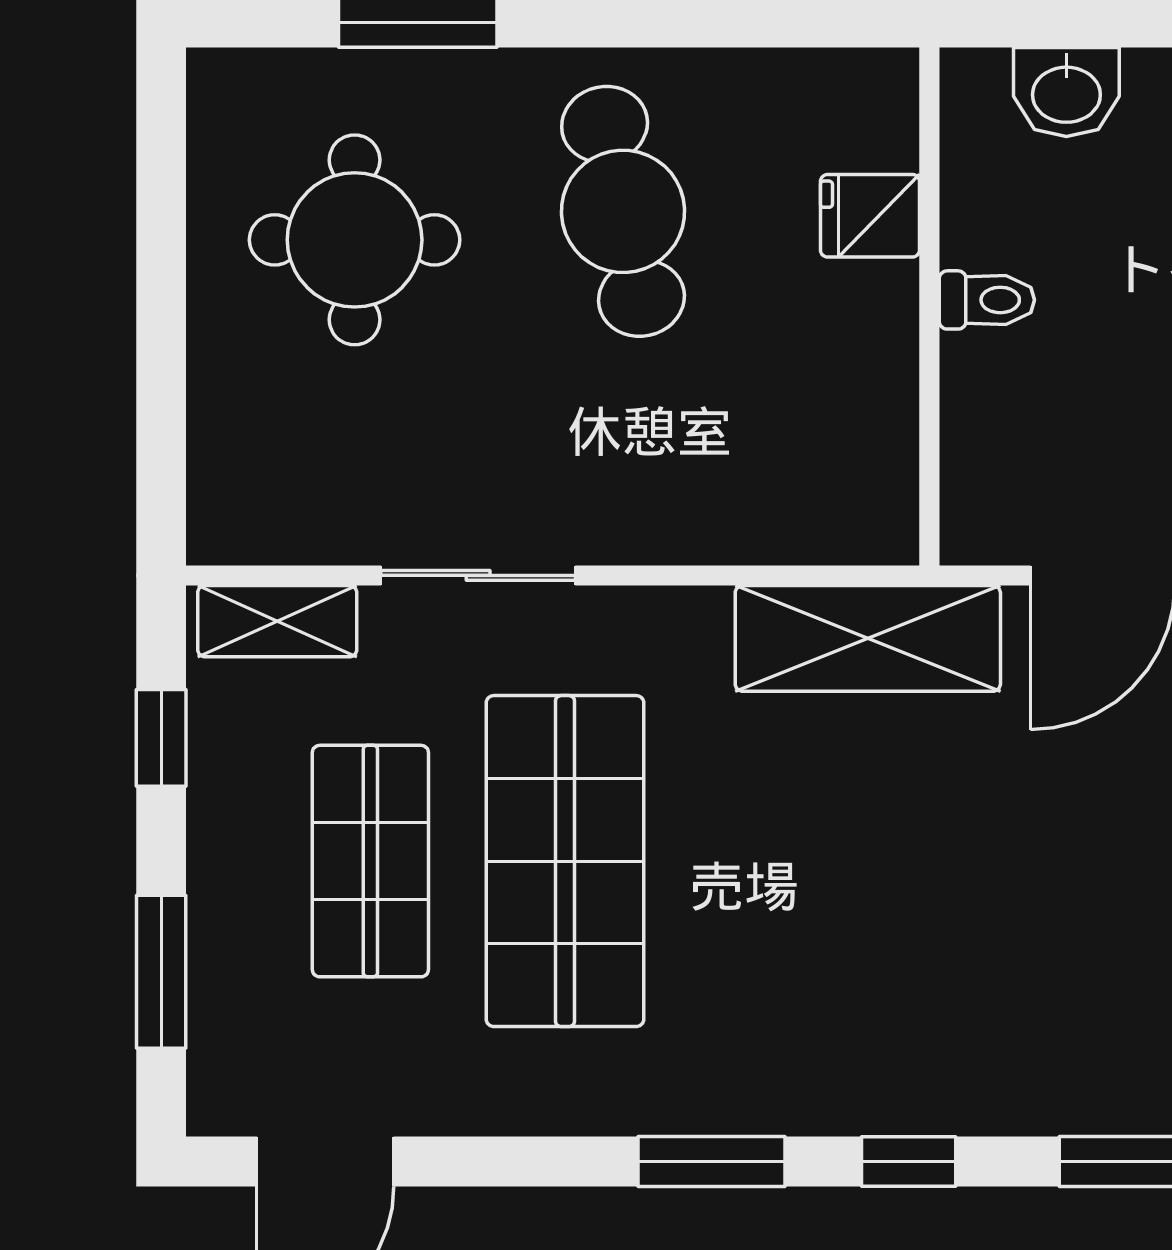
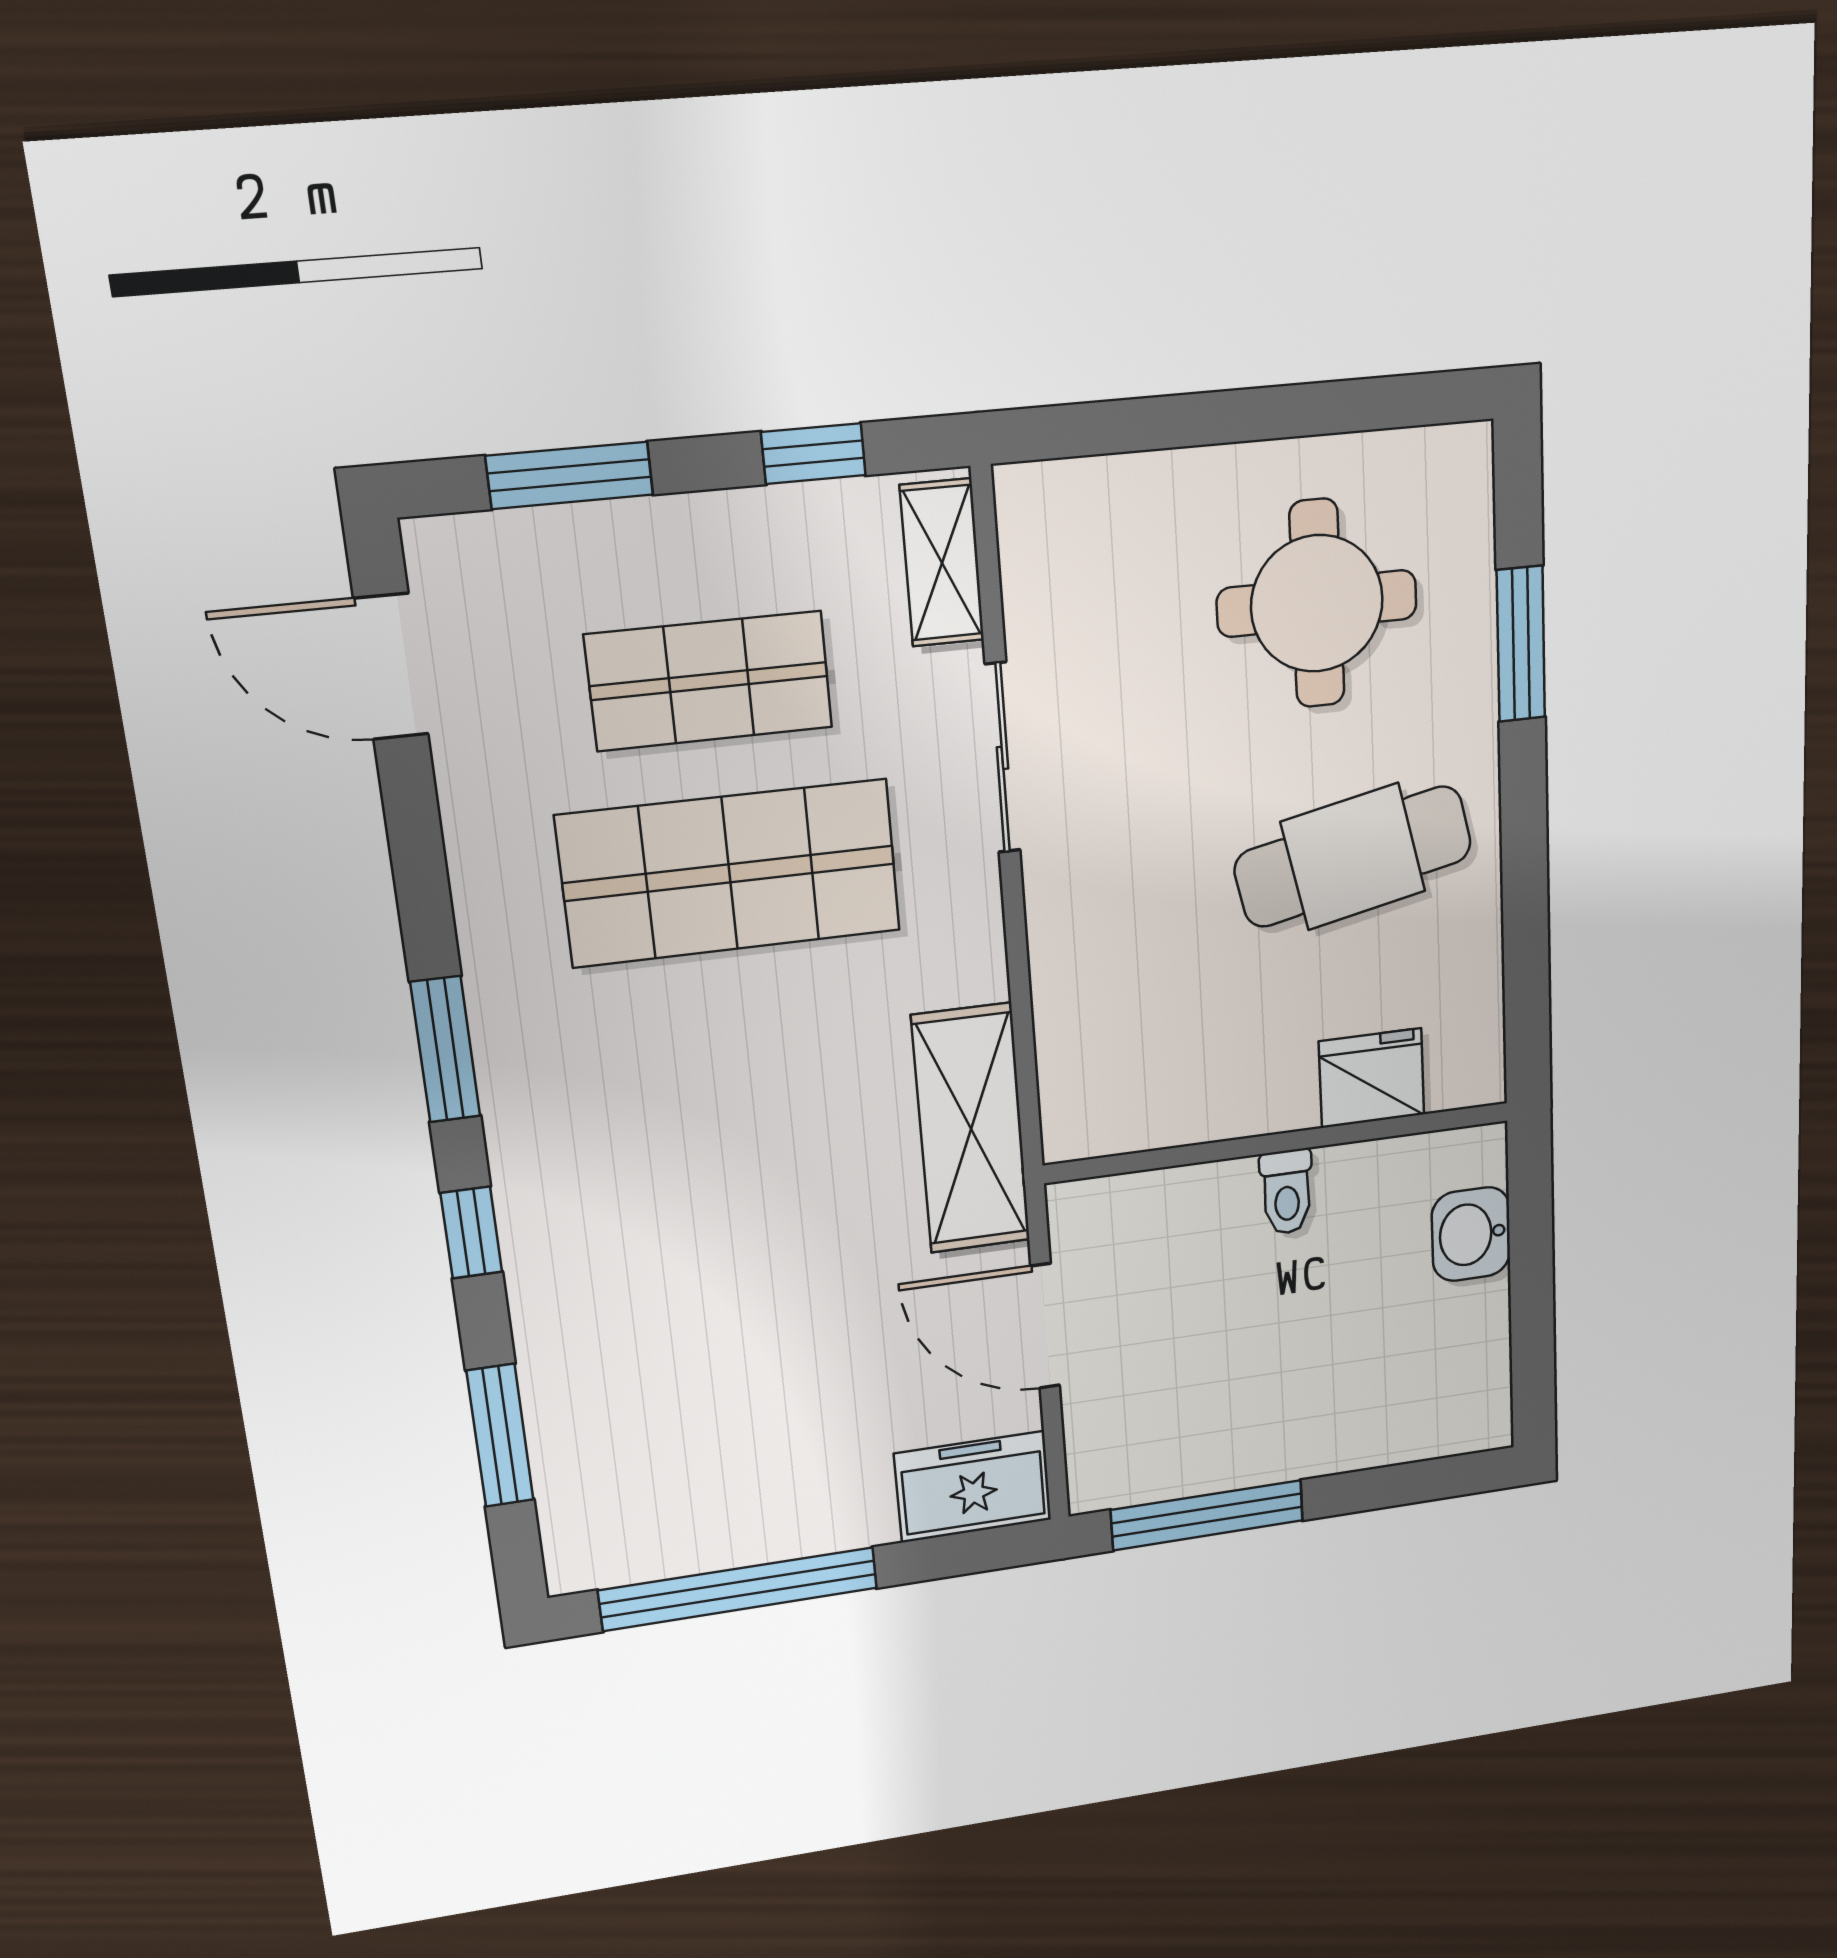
fridge: (870, 216) -> (1372, 1078), width x1.38

